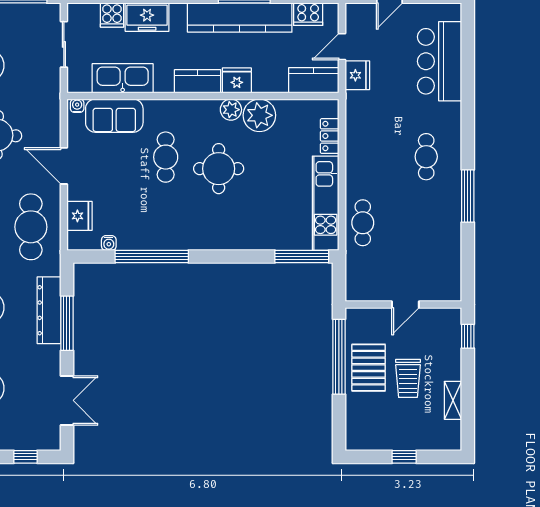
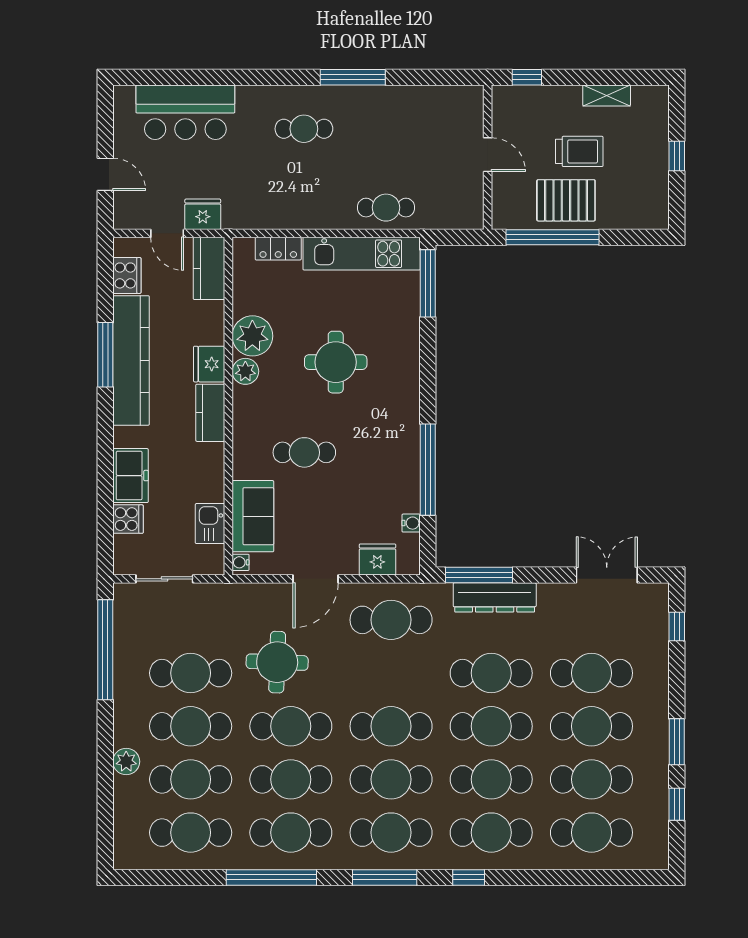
kitchen sink: (123, 78) -> (210, 524), width x0.53, depth x0.81
round table: (219, 169) -> (336, 362), moved
window: (67, 323) -> (479, 575), moved

